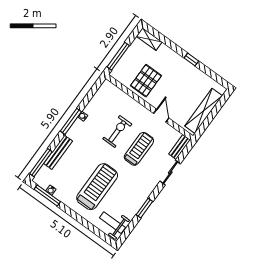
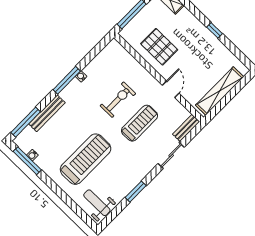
pallet: (146, 81) -> (159, 47), turned 90

